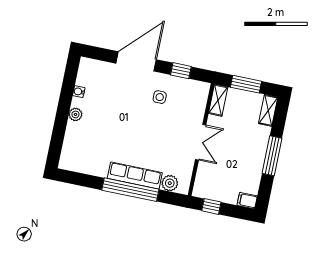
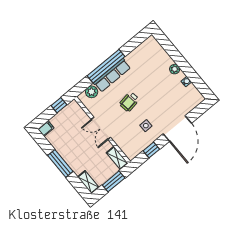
wheelchair: (148, 135) -> (129, 102), added

